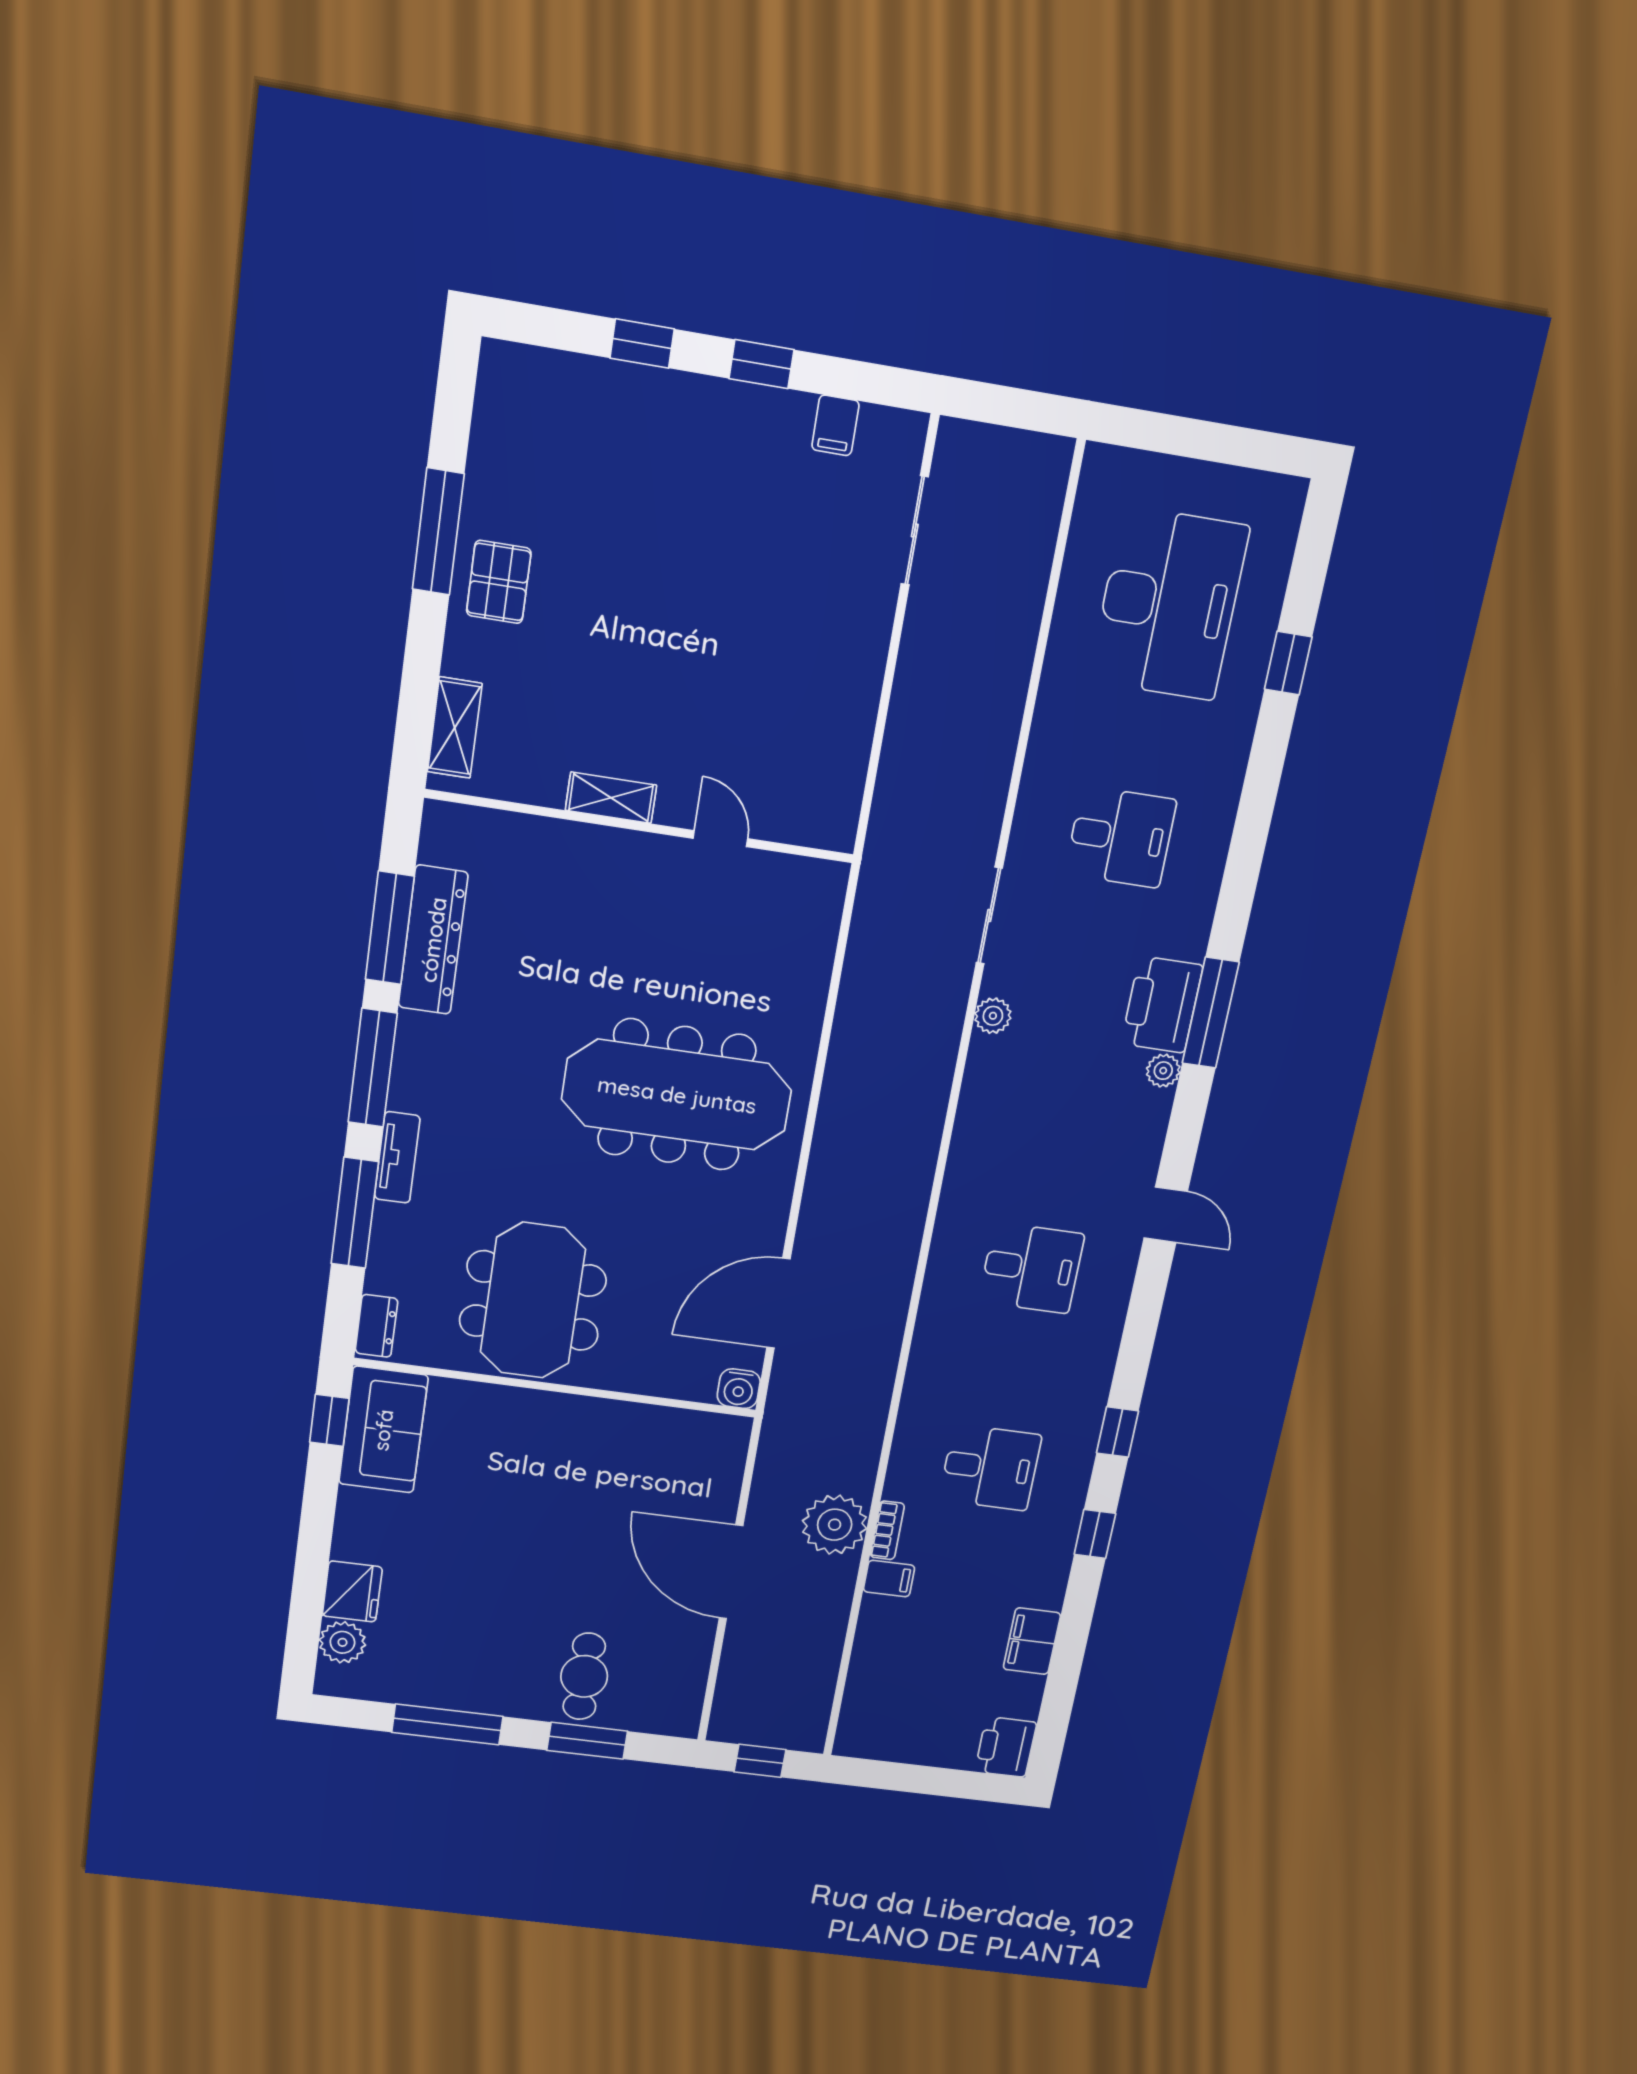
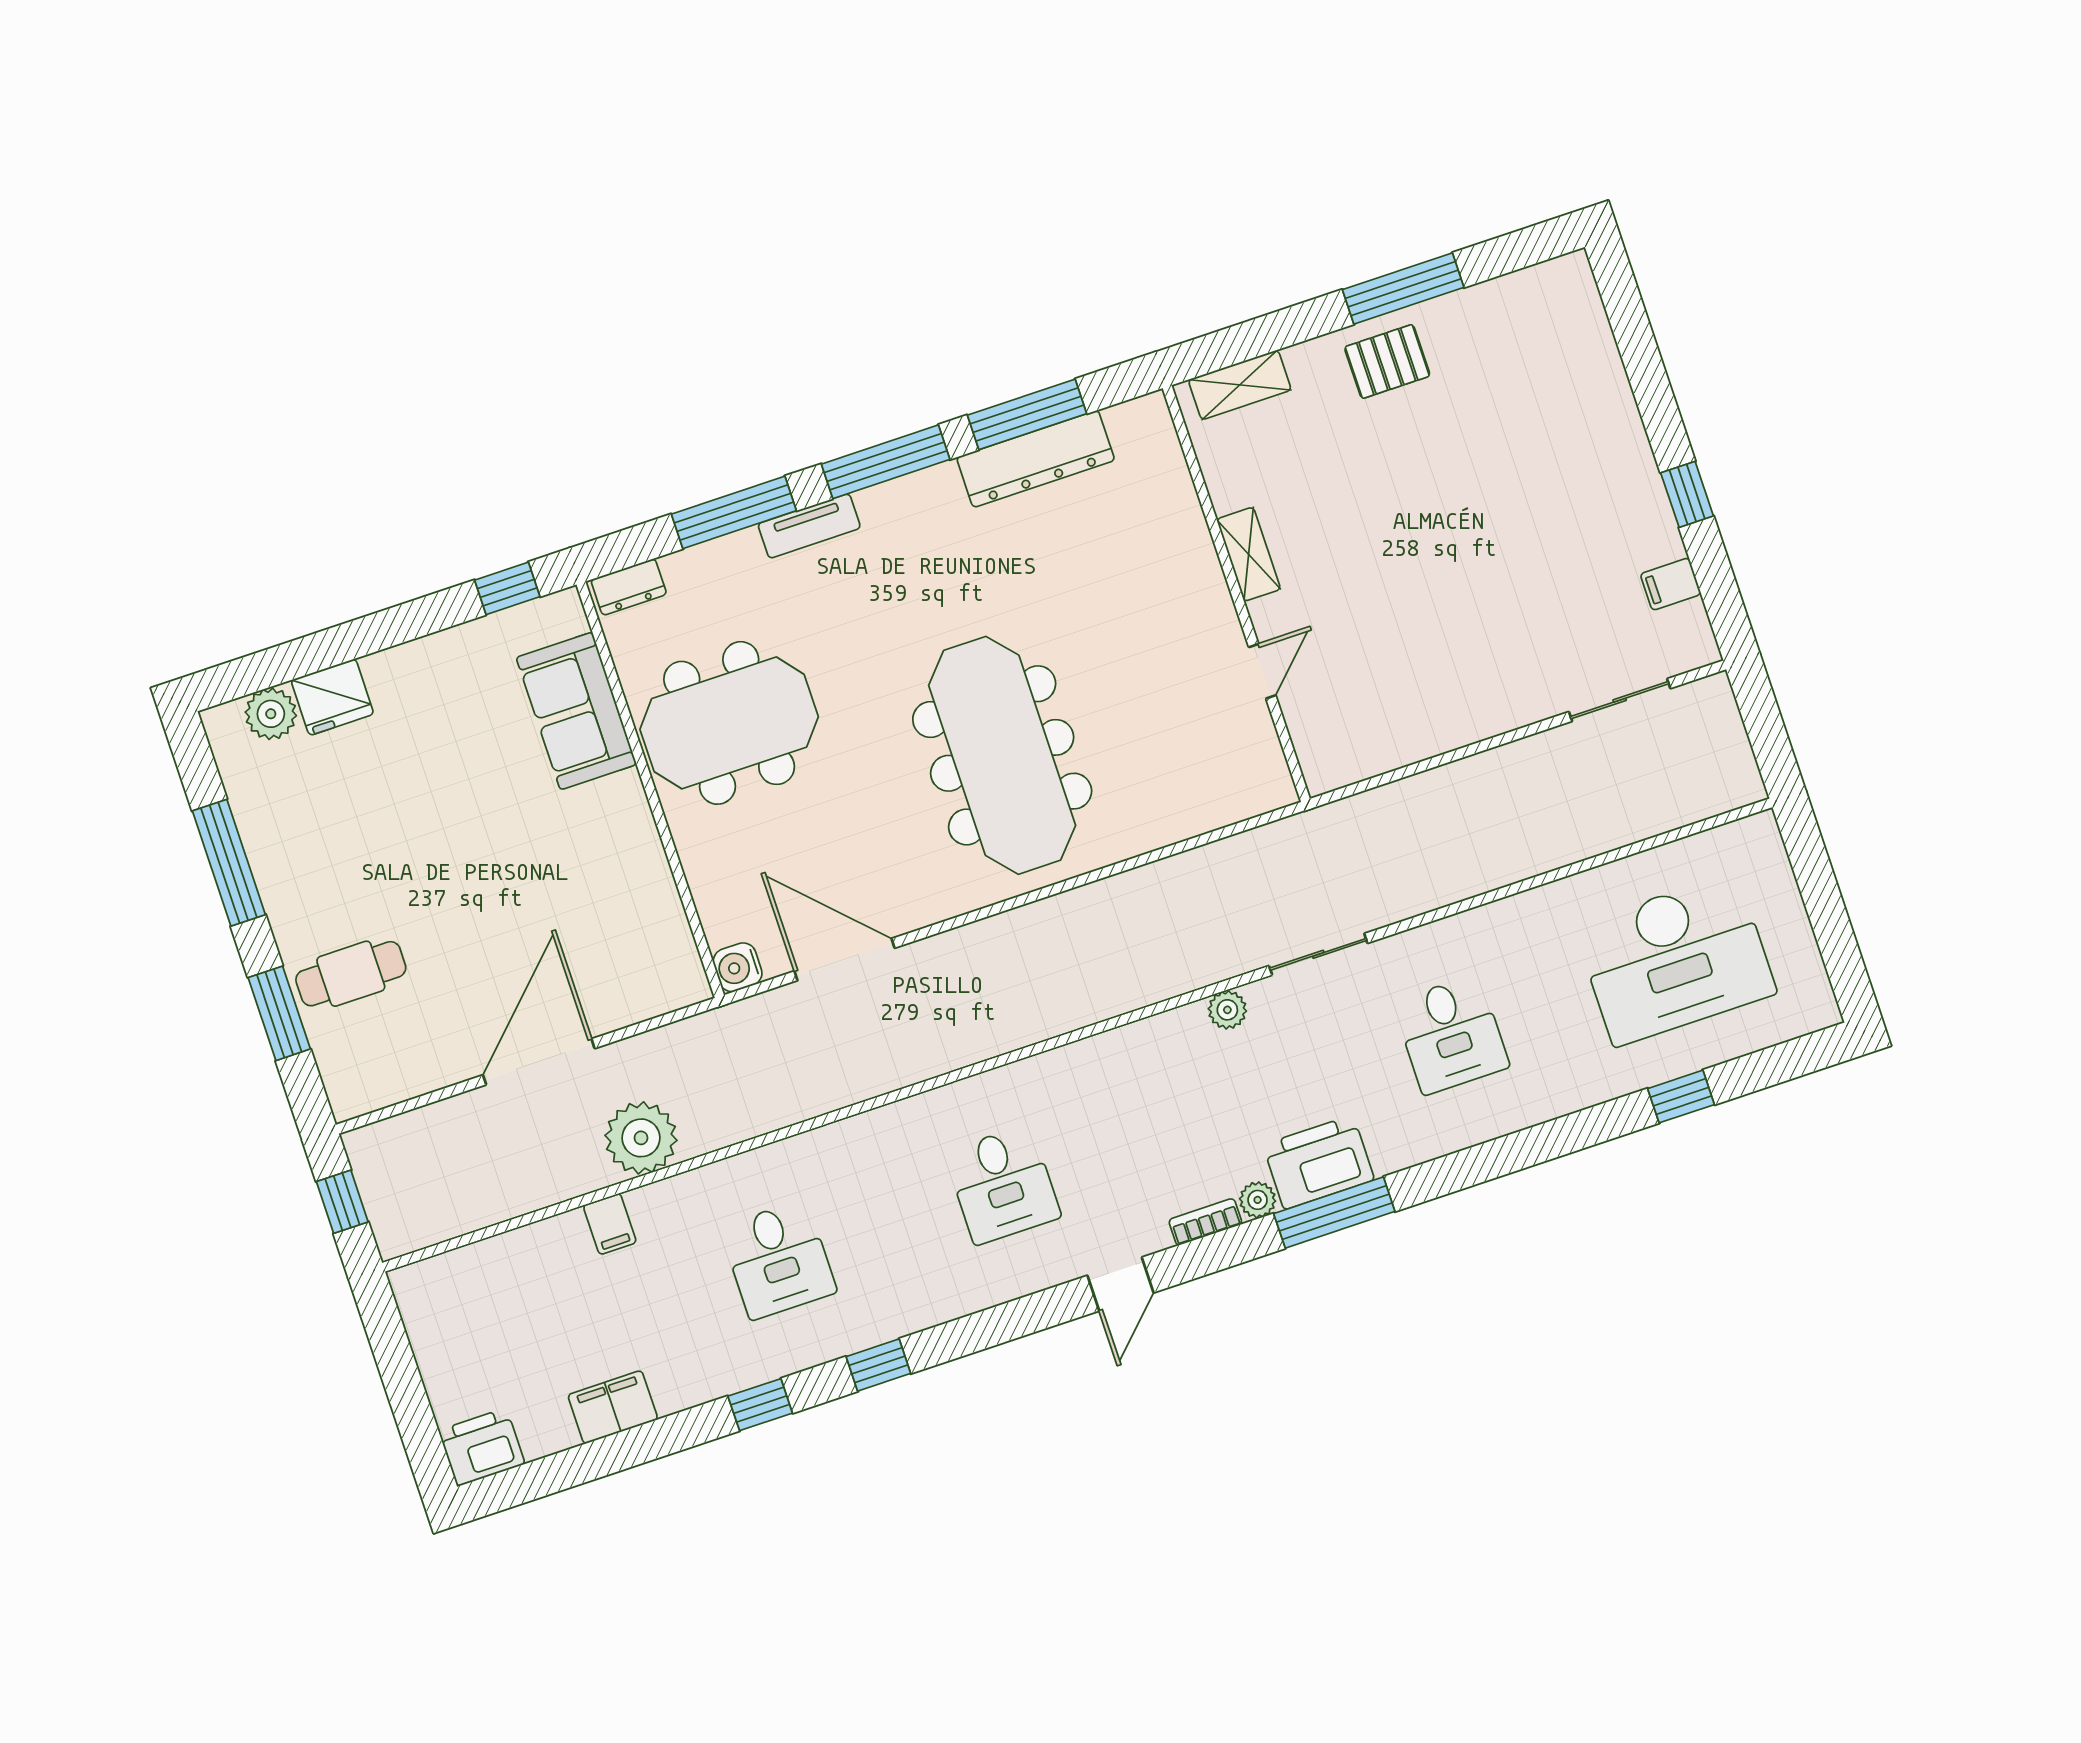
window: (642, 344) -> (1650, 385), removed
sofa: (383, 1430) -> (576, 711), moved, turned 90
bookcase: (887, 1530) -> (1205, 1222), moved, turned 180

